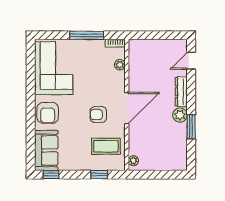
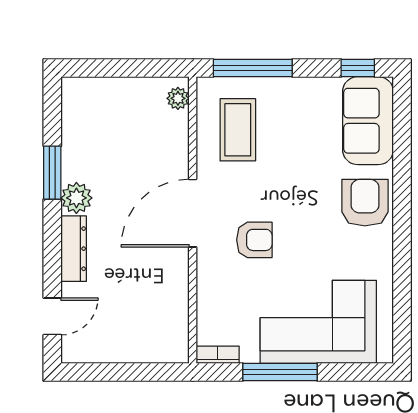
plant: (120, 65) -> (208, 308), removed
corner sofa: (54, 68) -> (318, 322), moved, turned 90
armchair: (98, 115) -> (254, 240), moved
coffee table: (106, 146) -> (238, 130), turned 90
window: (99, 175) -> (253, 68), width x2.17

